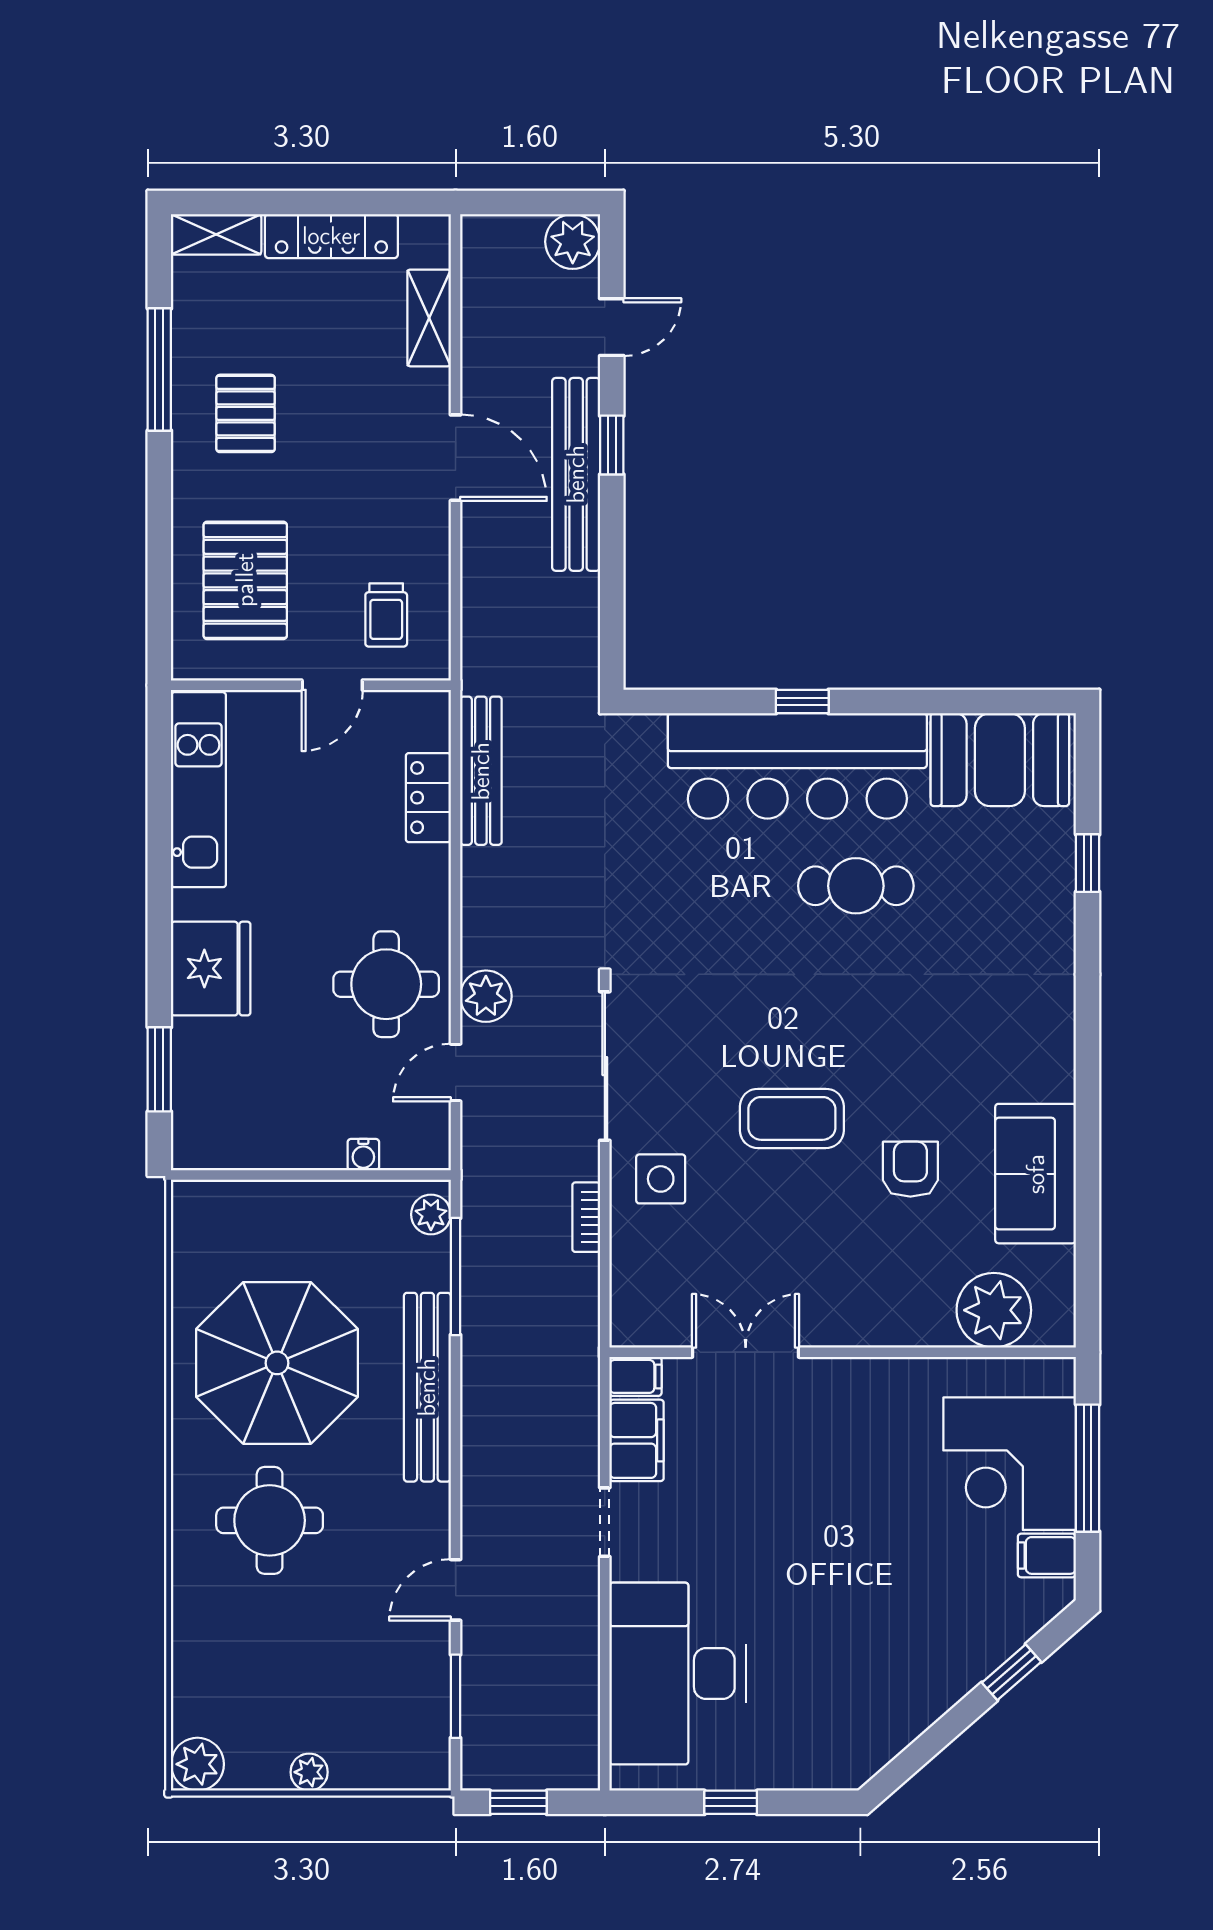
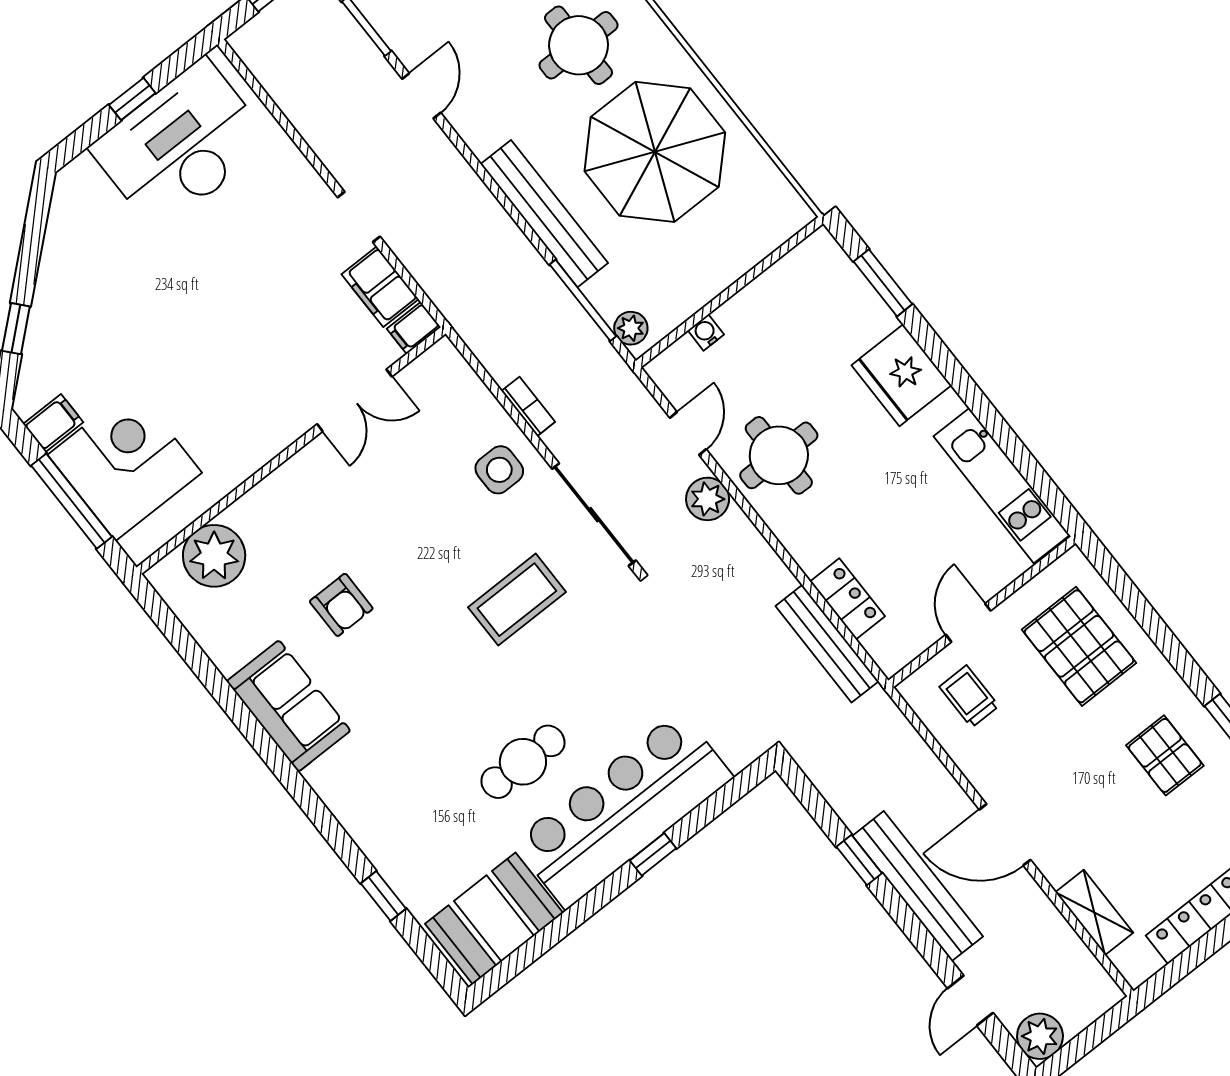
window: (612, 445) -> (859, 860), moved
coffee table: (792, 1118) -> (517, 600), moved
sofa: (1036, 1174) -> (289, 706), moved
desk: (678, 1674) -> (181, 145), moved, turned -90

